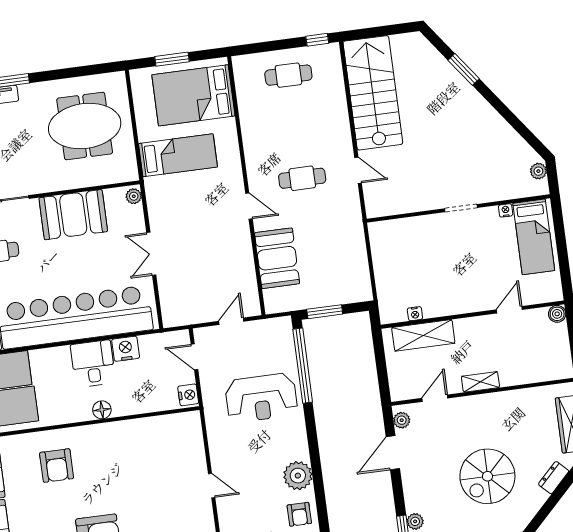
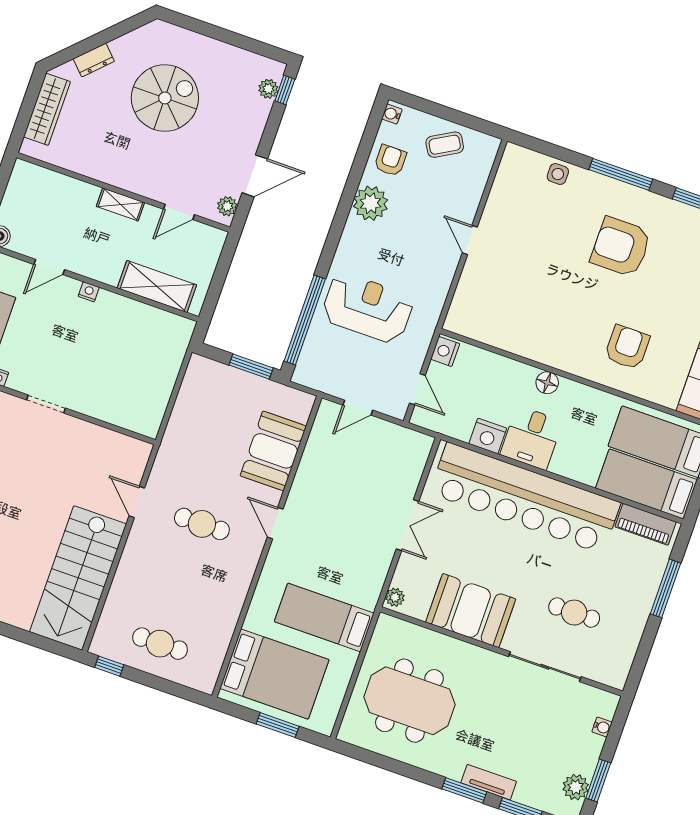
nightstand: (415, 314) -> (89, 292), moved

